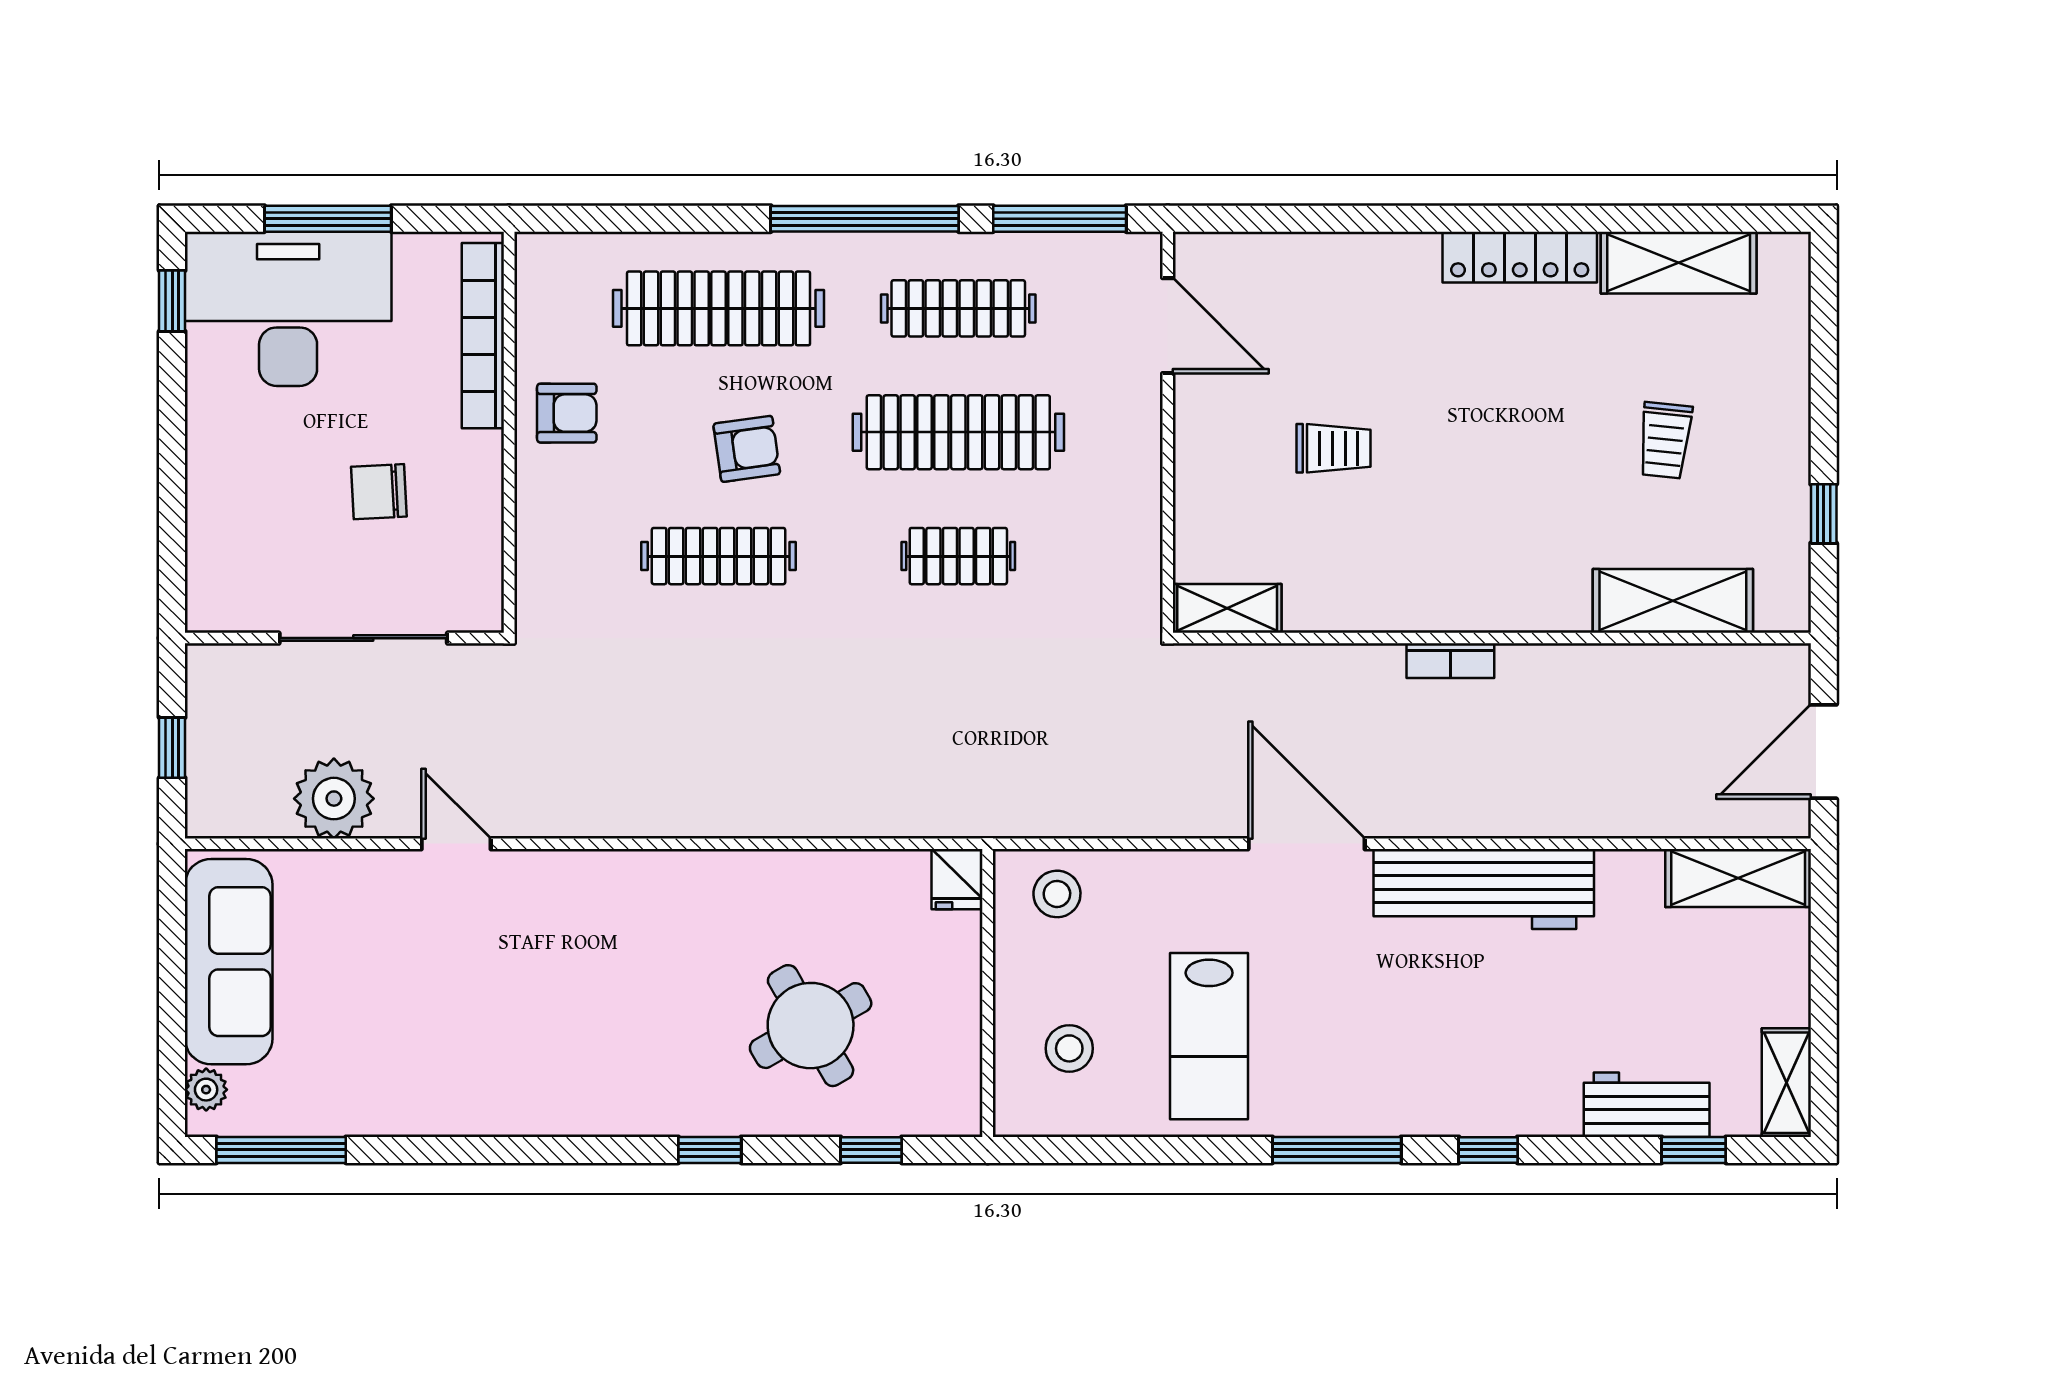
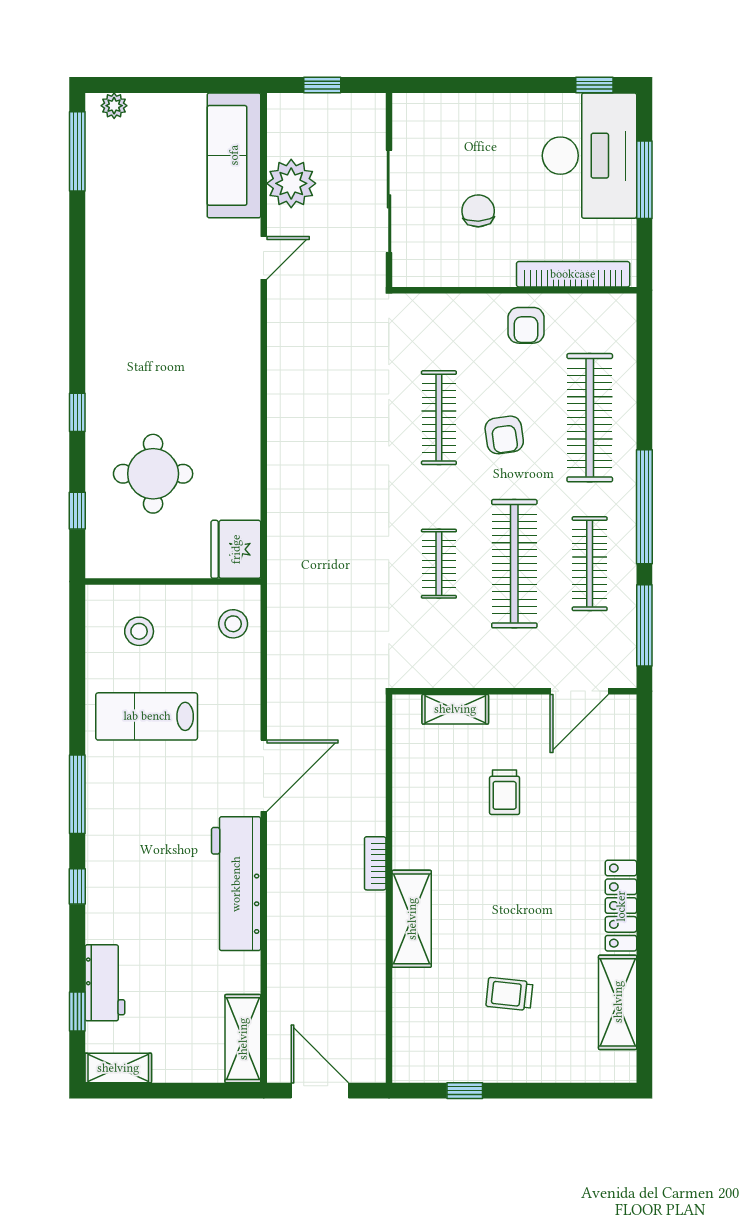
shelving: (1673, 601) -> (412, 919), moved
shelving: (1227, 608) -> (455, 709), moved, turned 90
fridge: (957, 879) -> (236, 549), width x1.88, depth x1.34
sofa: (229, 962) -> (234, 155), moved, turned 90
round table: (811, 1026) -> (153, 474), turned 30

